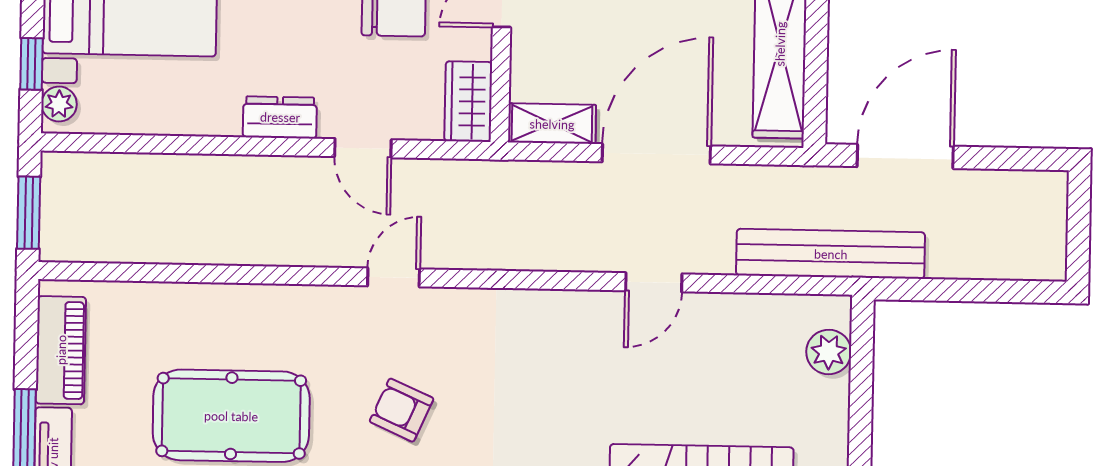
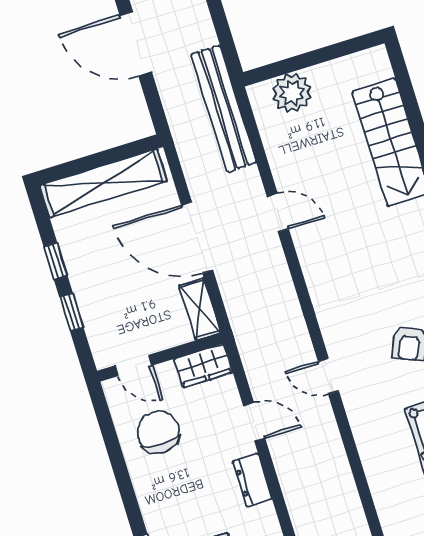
door: (363, 148) -> (254, 422), hinge flipped
door: (905, 156) -> (136, 44), moved
plant: (829, 352) -> (292, 93), width x1.36, depth x1.36

